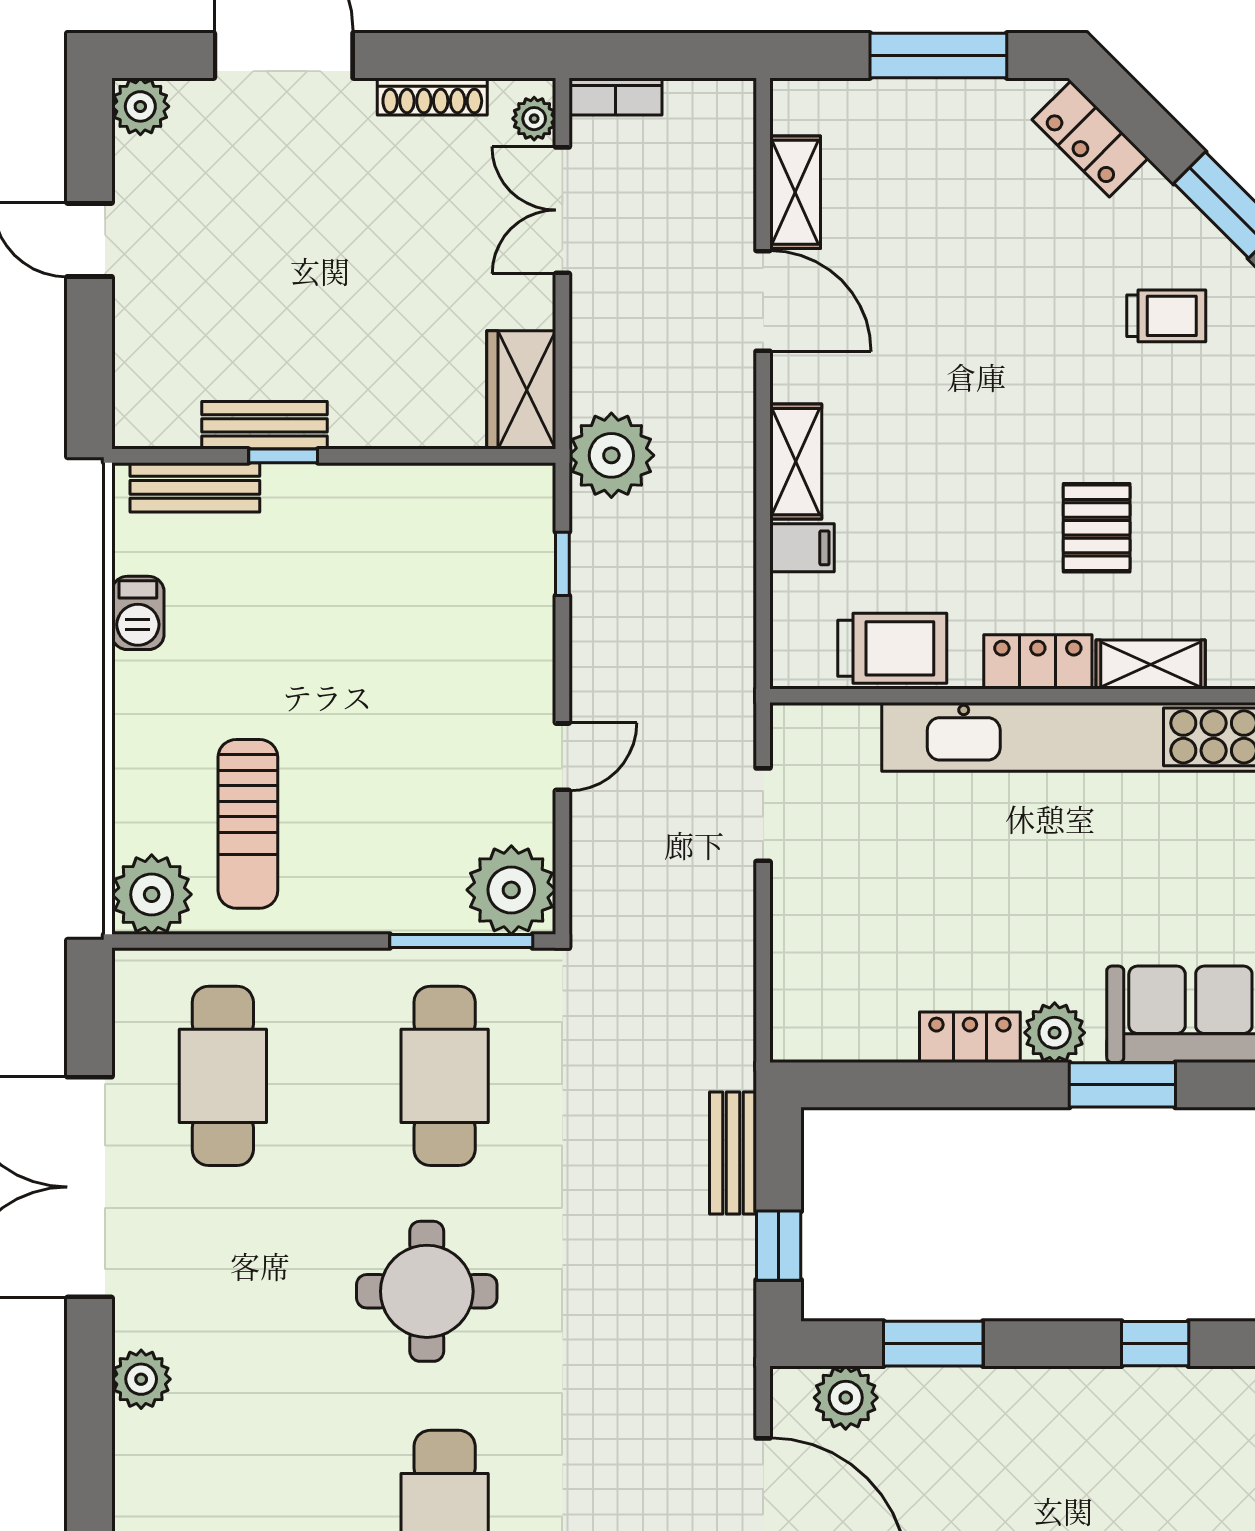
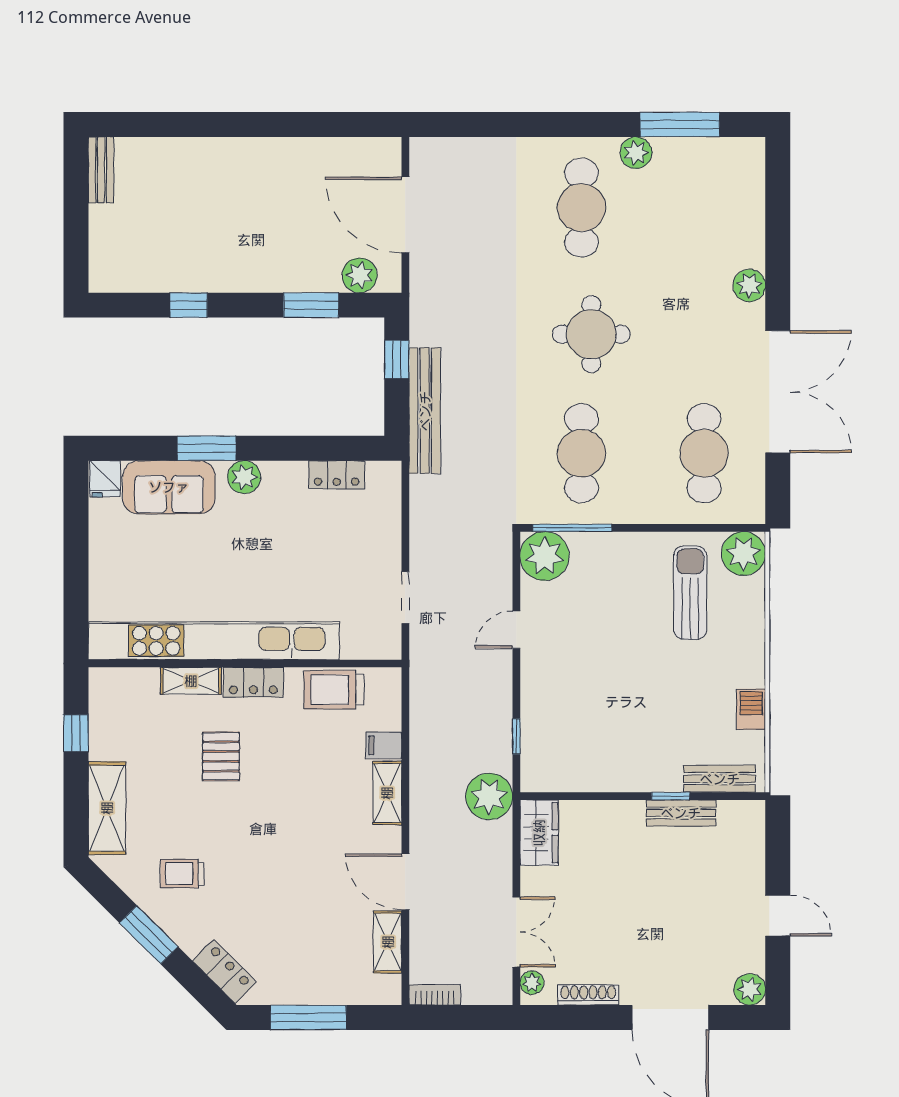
bookcase: (615, 96) -> (435, 995), moved
locker: (970, 1037) -> (337, 475), moved
bench: (733, 1153) -> (425, 411), width x1.86, depth x1.21

